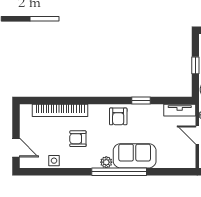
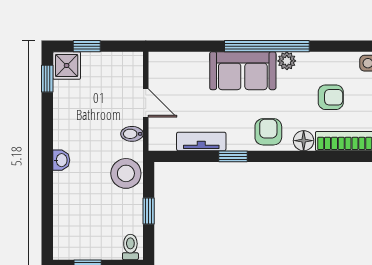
tv unit: (180, 110) -> (201, 141), moved
floor lamp: (95, 111) -> (304, 141), added

